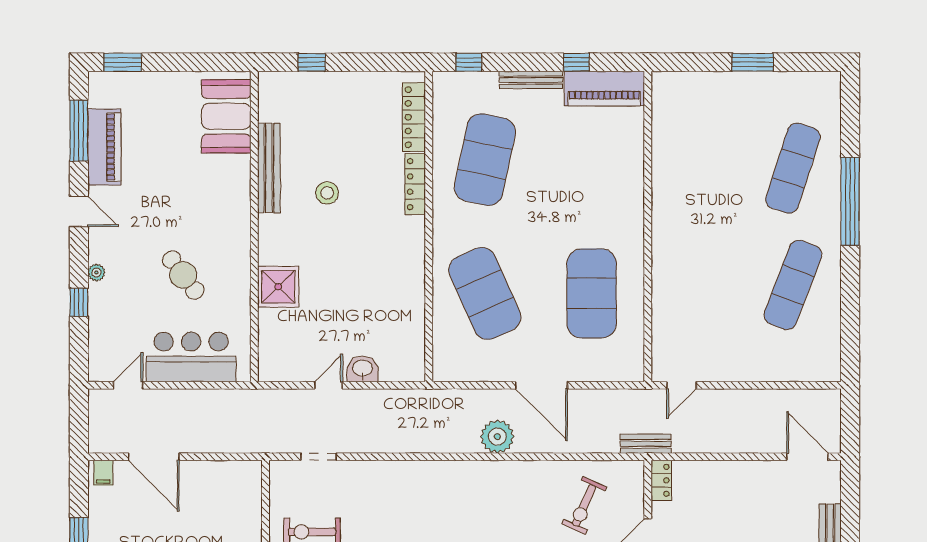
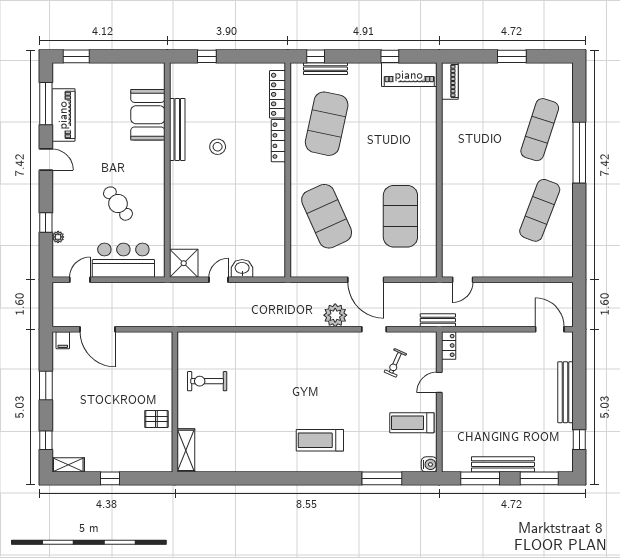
bench: (531, 80) -> (325, 69), moved
piano: (663, 98) -> (450, 81), added
booth: (226, 116) -> (148, 115), moved
plant: (96, 272) -> (58, 237), moved
shower: (278, 287) -> (184, 263), moved
doorway: (318, 457) -> (374, 329), moved
exercise bike: (584, 505) -> (395, 363), width x0.73, depth x0.72

